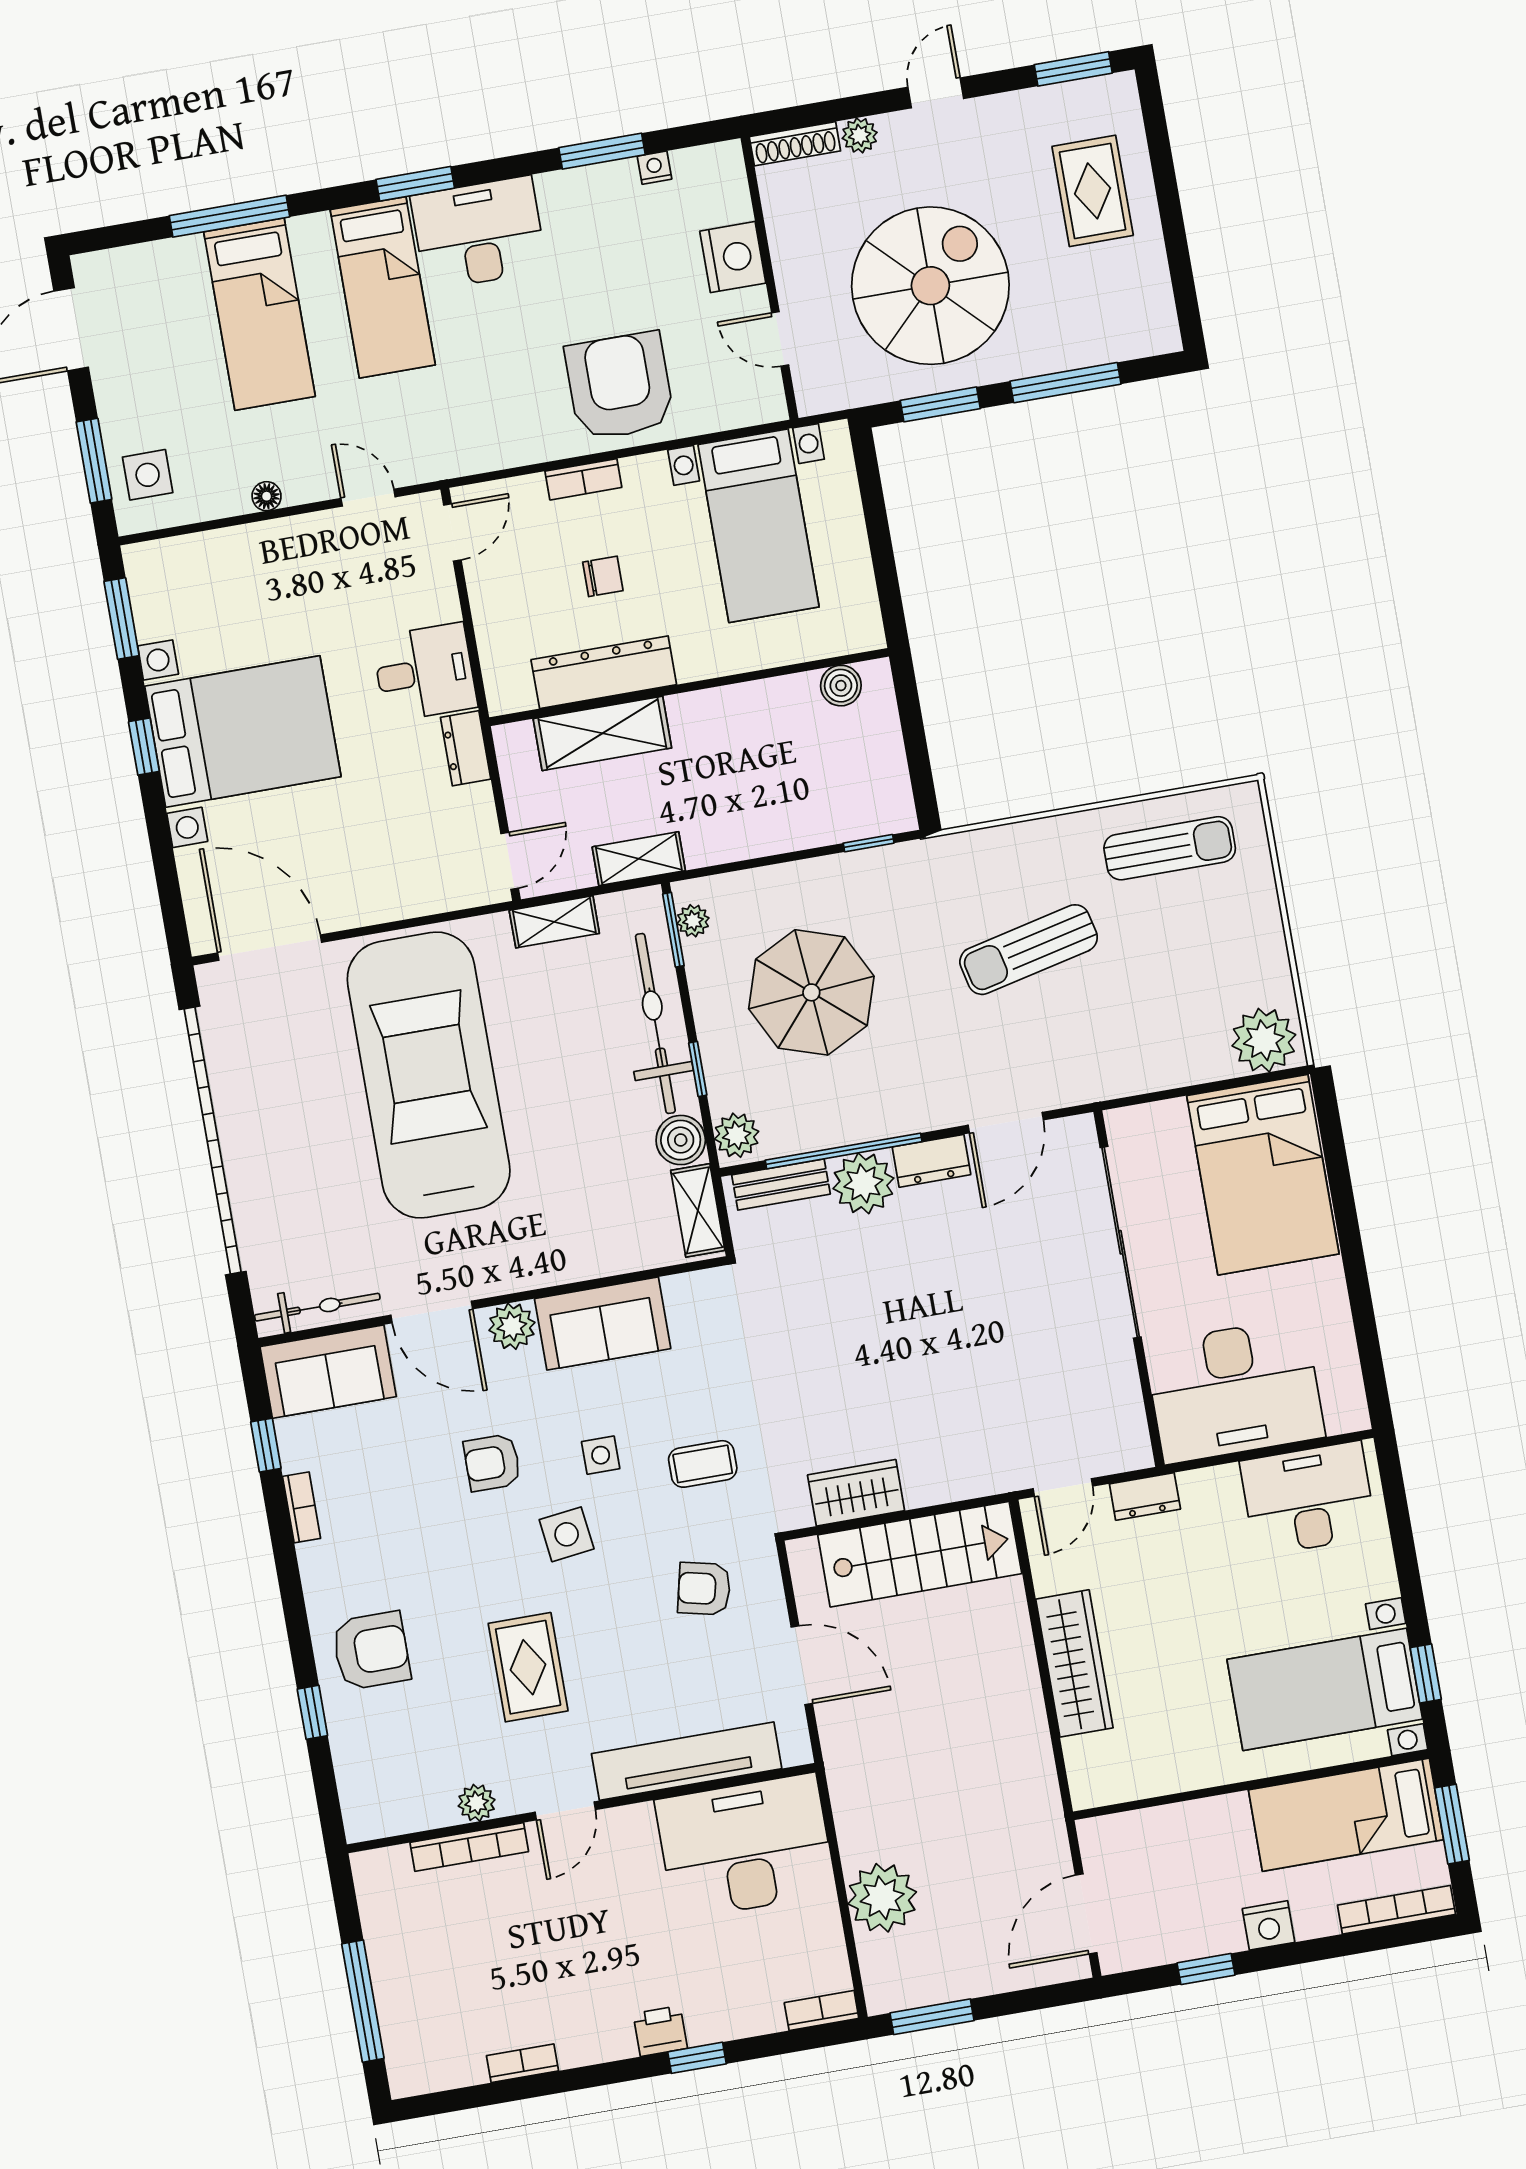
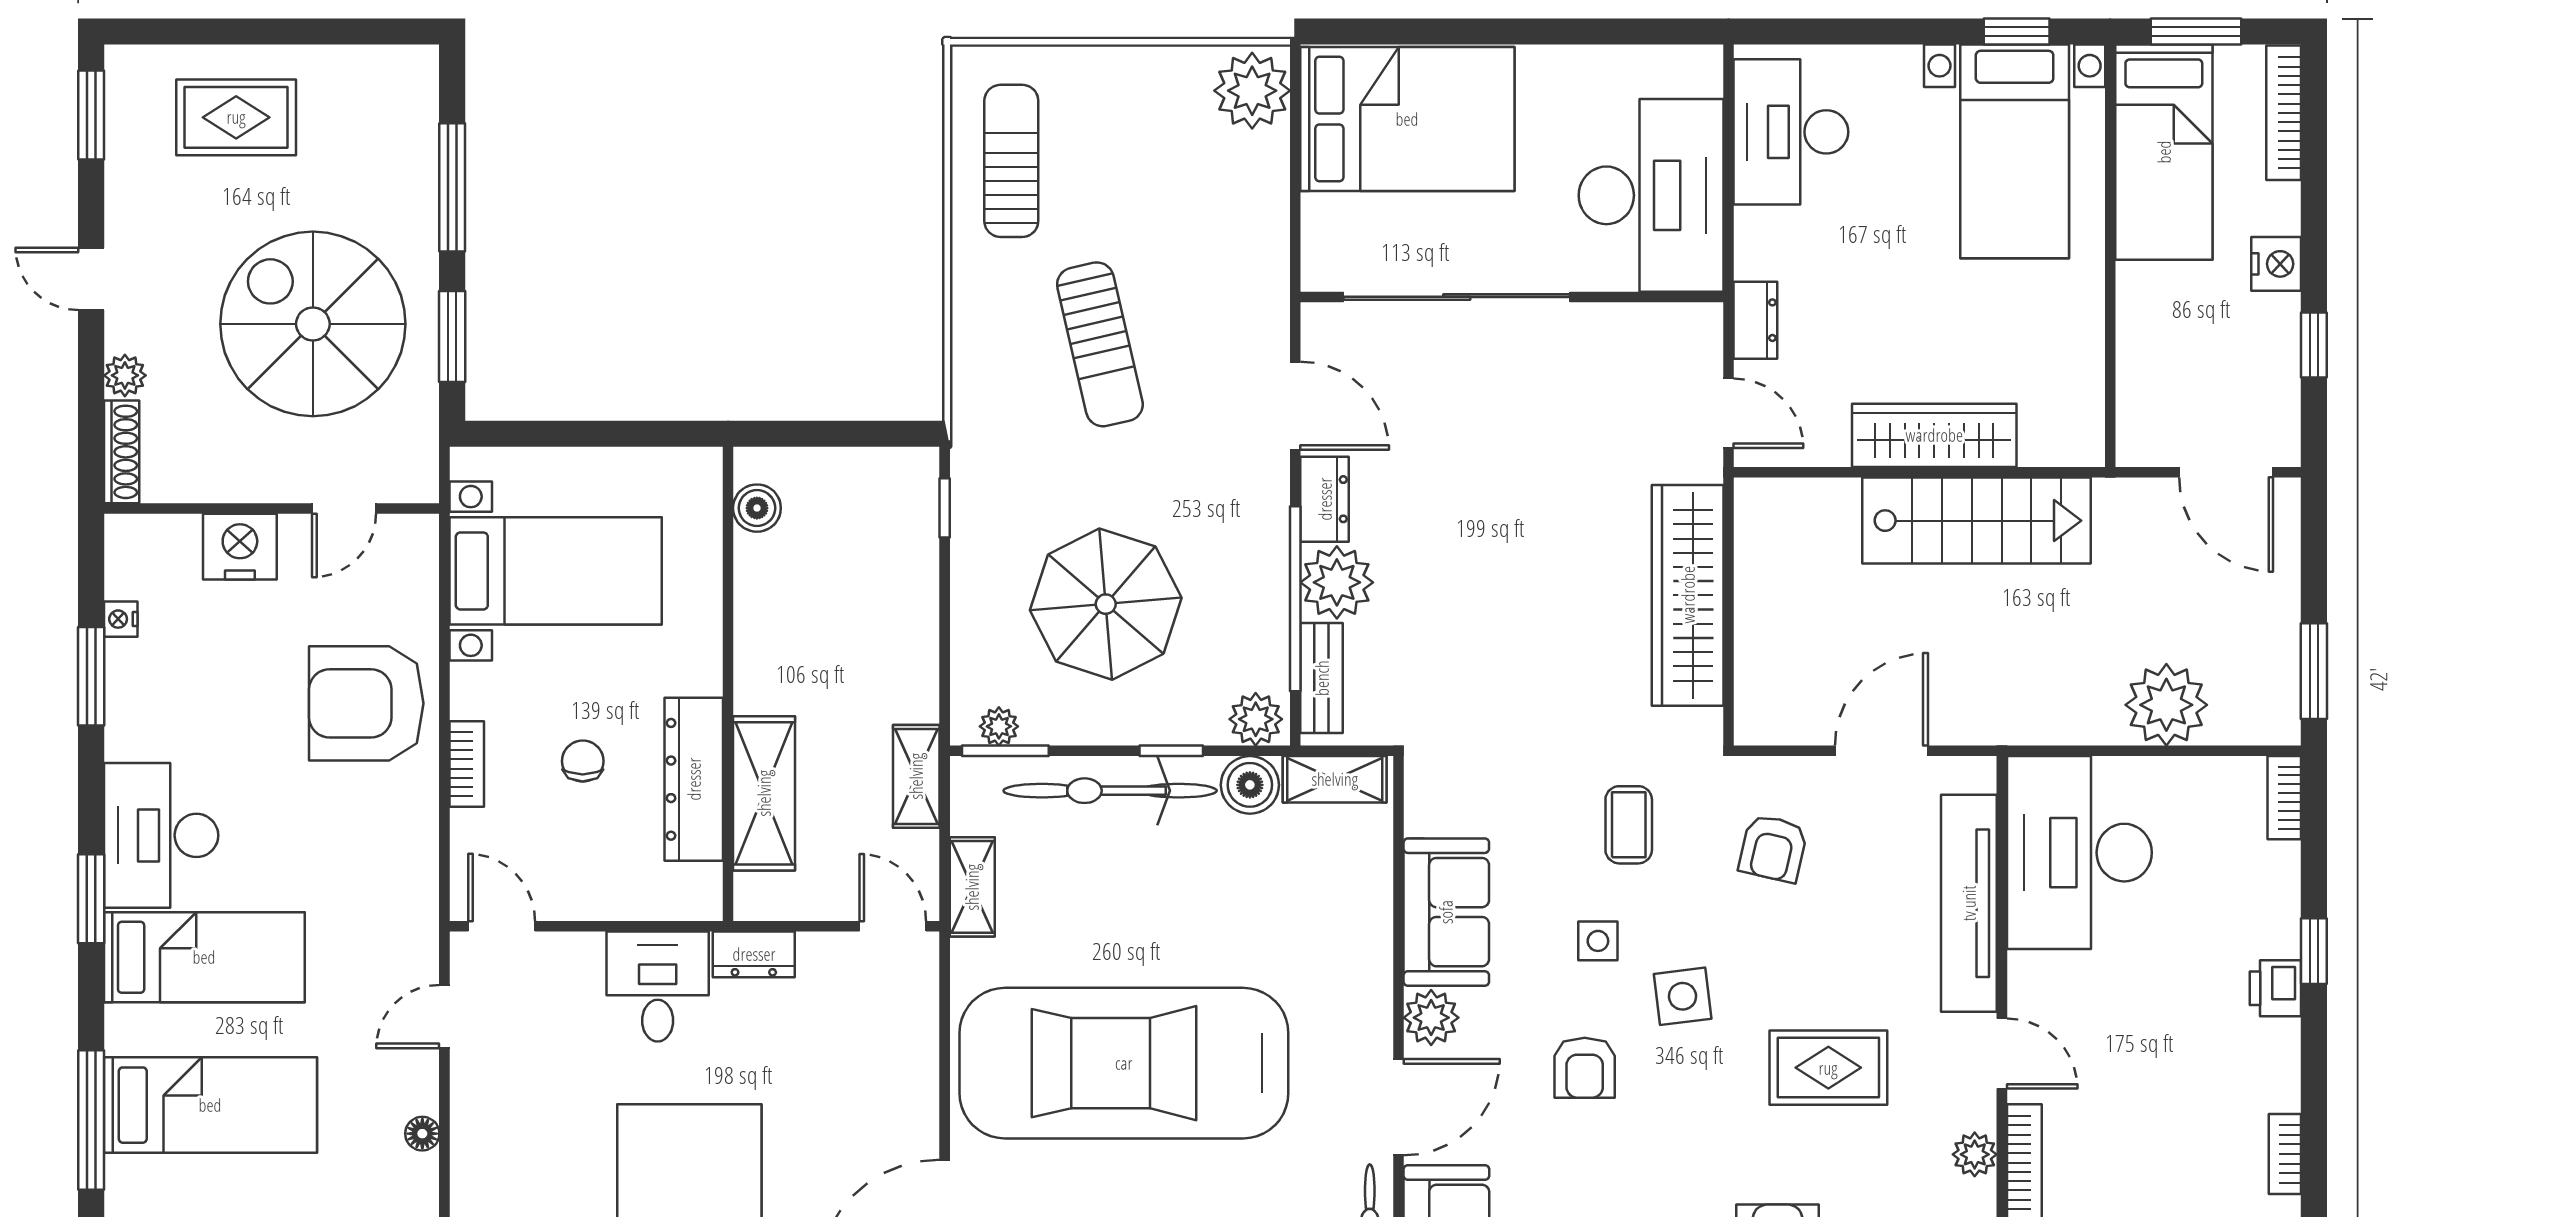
wardrobe: (856, 1493) -> (1688, 595), width x2.10, depth x1.17
stairs: (920, 1554) -> (1976, 521), moved, turned 90

